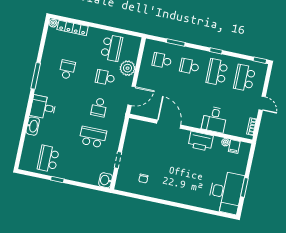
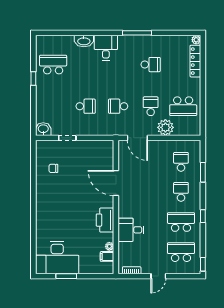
door: (169, 124) -> (116, 183), swing flipped
school desk: (93, 137) -> (86, 106), width x0.54

